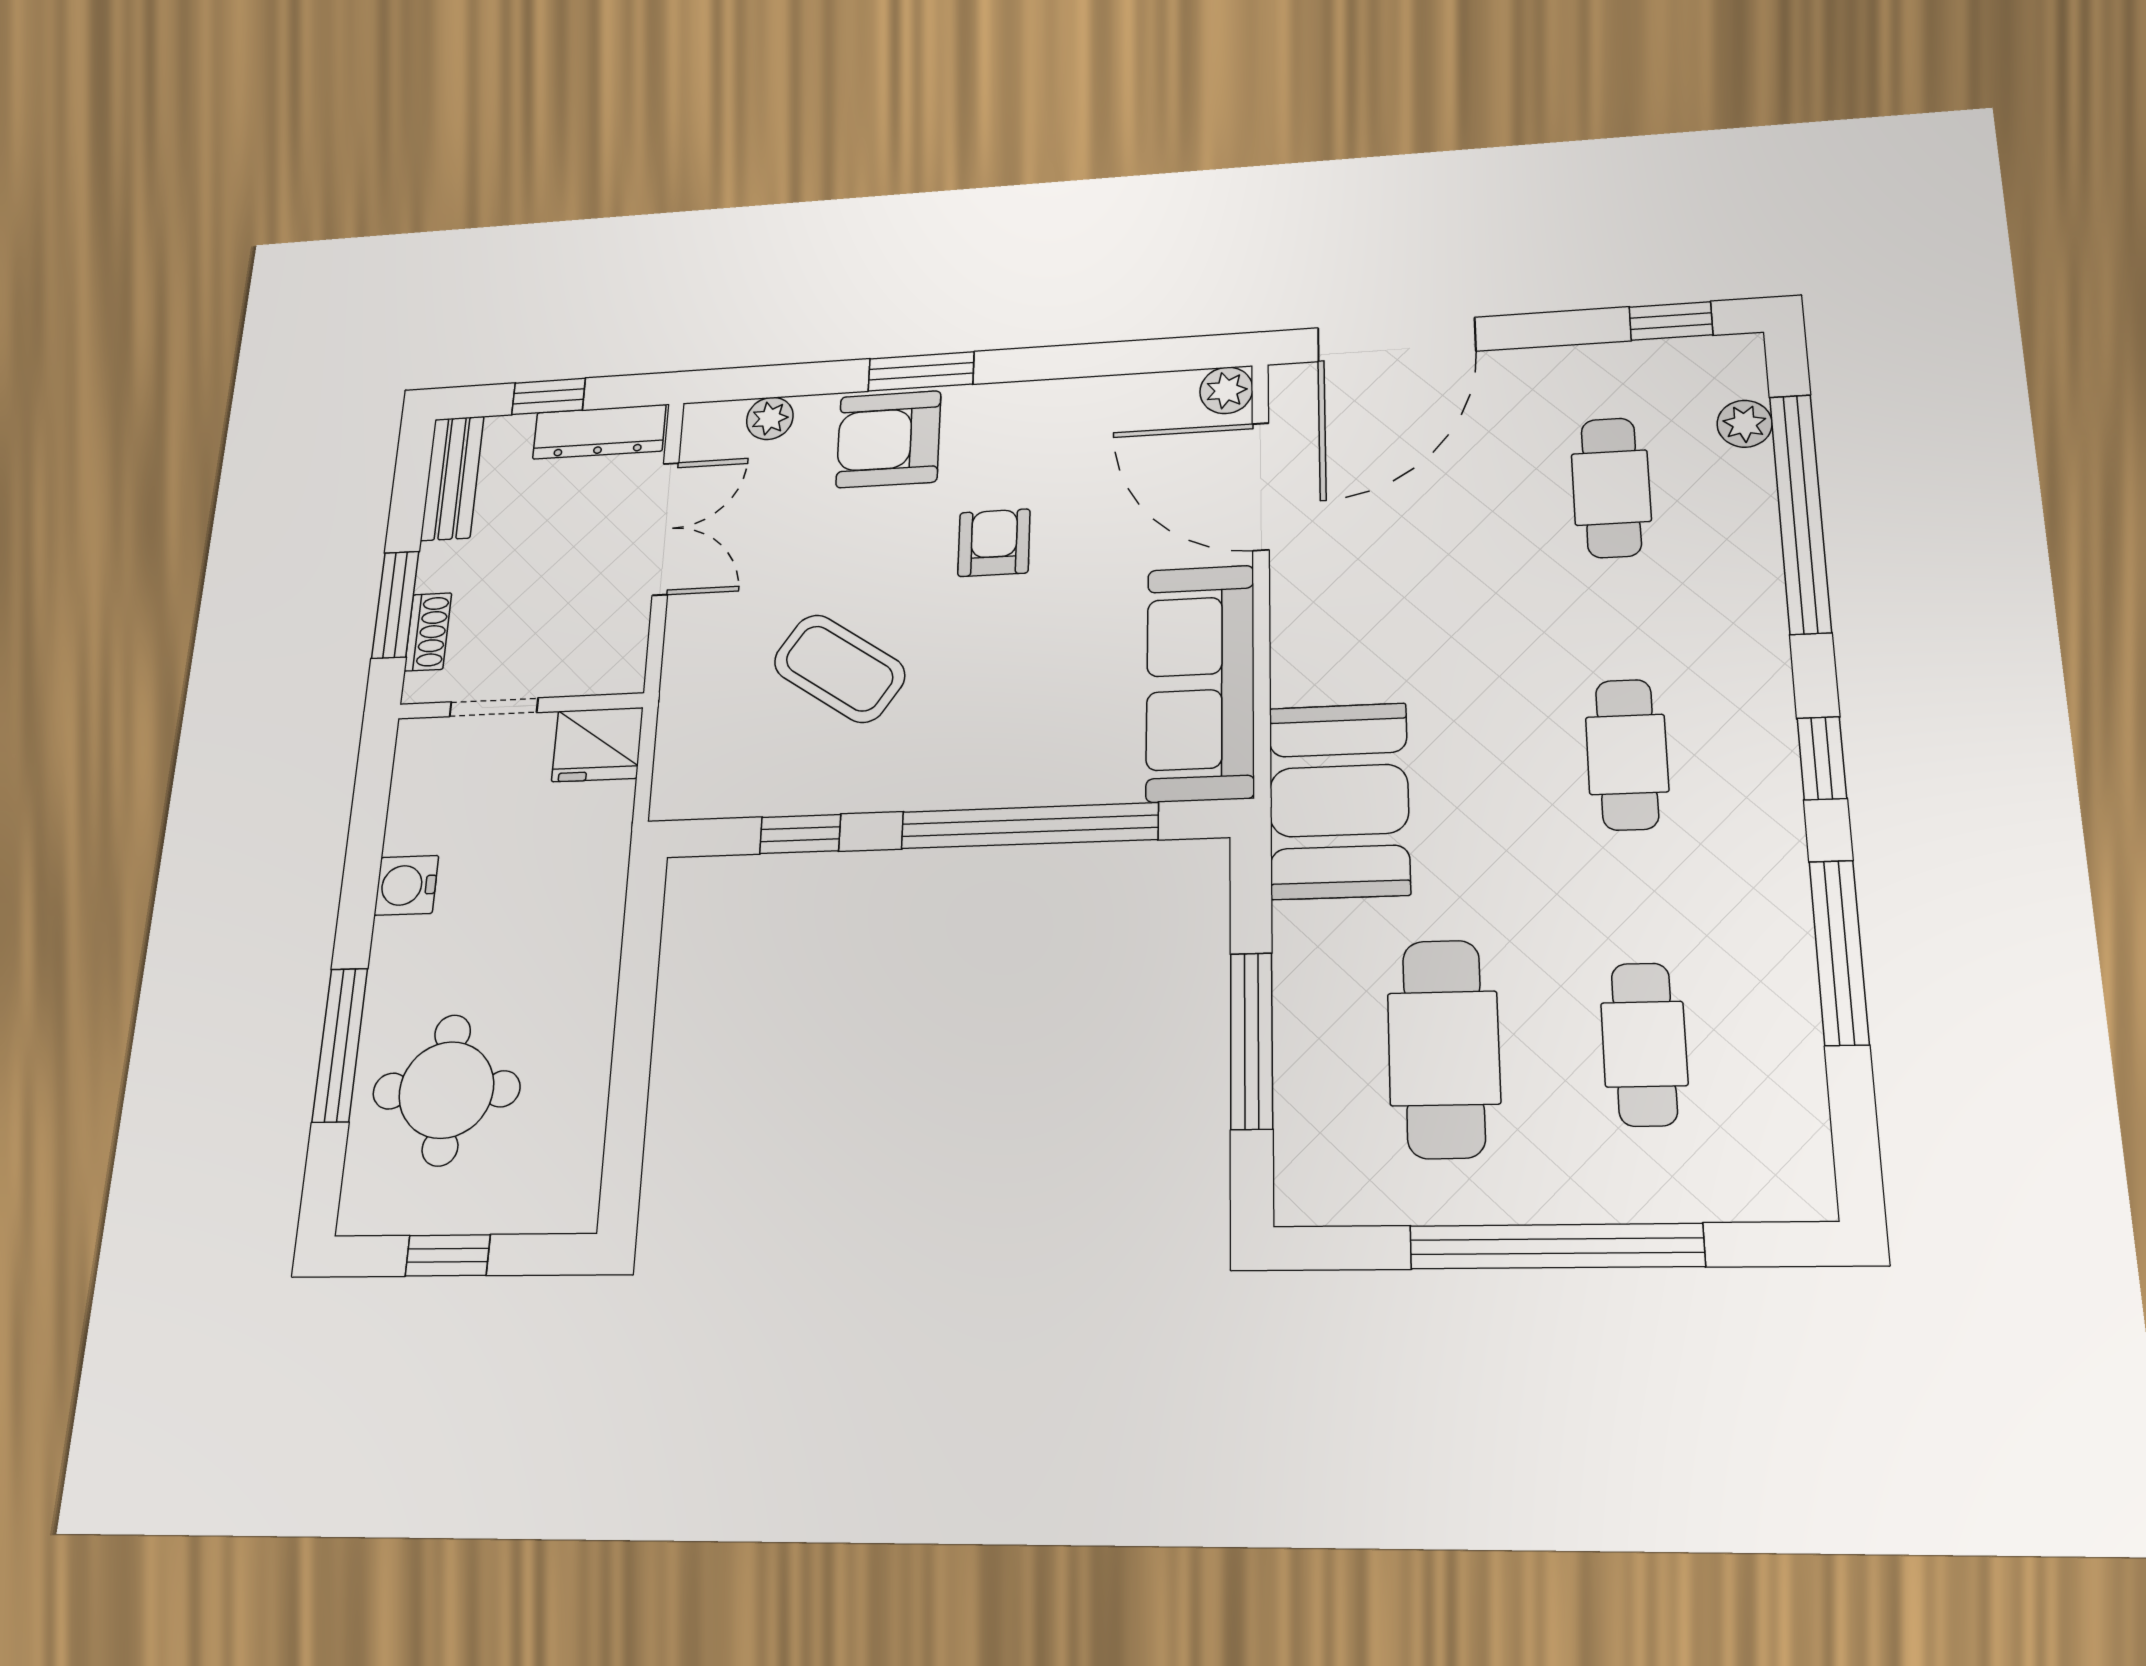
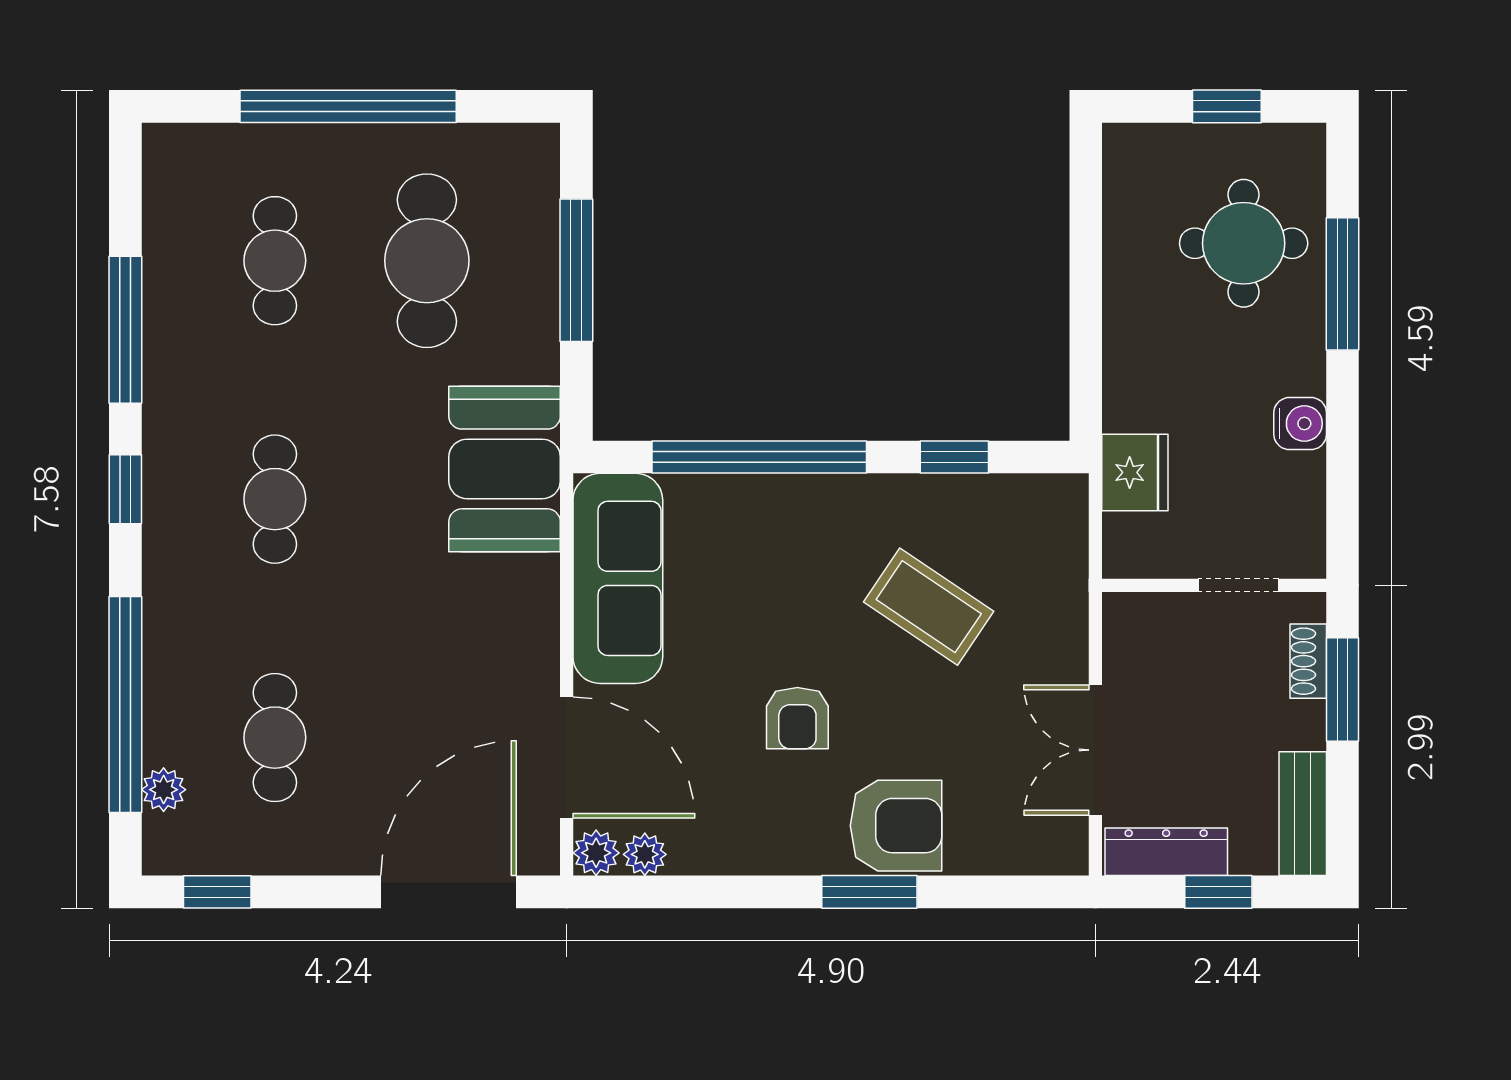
plant: (770, 418) -> (645, 854), moved
fridge: (597, 745) -> (1135, 472), moved, turned 90

